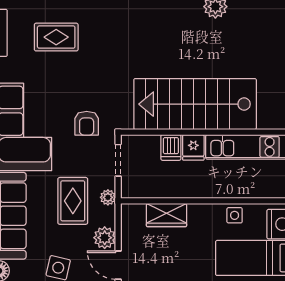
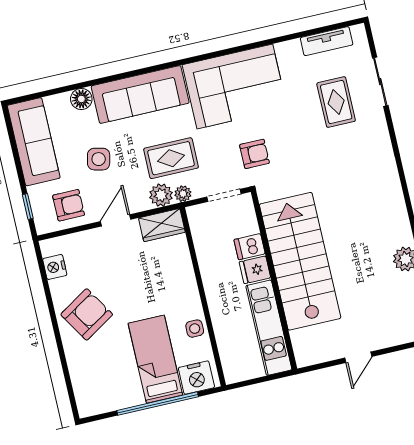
armchair: (87, 123) -> (254, 154), turned 180
wardrobe: (166, 215) -> (162, 225), moved, turned -90
plant: (105, 238) -> (161, 195), moved

